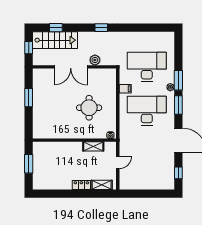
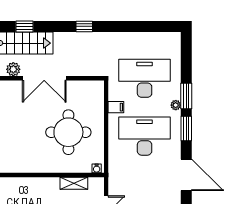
plant: (95, 60) -> (13, 69), moved
round table: (89, 108) -> (68, 132), width x1.36, depth x1.36

